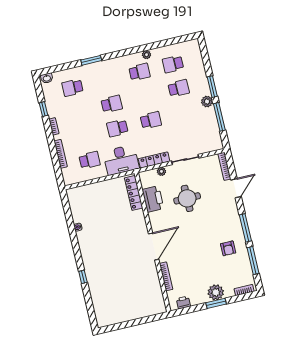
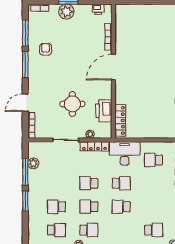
school desk: (139, 72) -> (89, 230), turned 180
school desk: (145, 96) -> (89, 207), added
plant: (207, 102) -> (33, 163), moved

